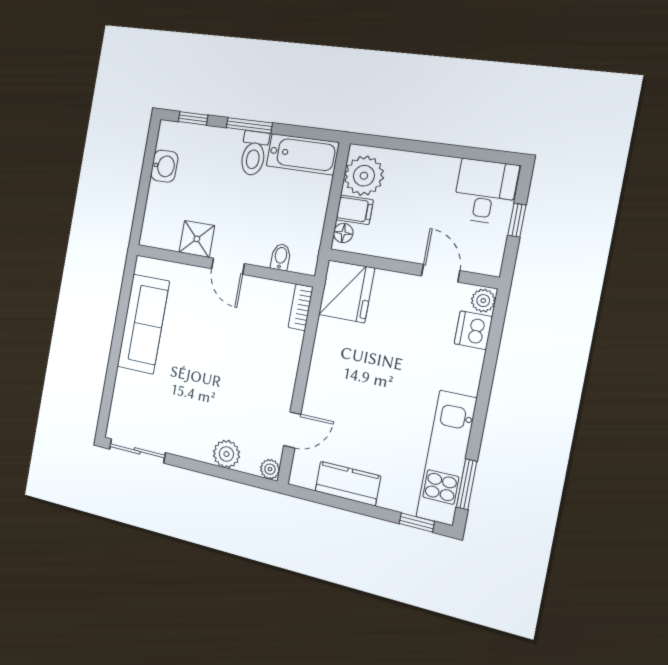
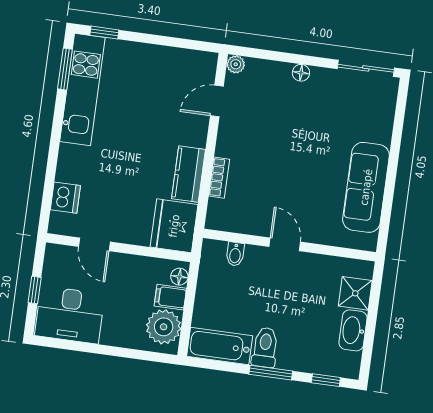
washbasin: (164, 166) -> (353, 330), width x1.38
desk: (485, 191) -> (70, 315), width x1.37
shower: (197, 239) -> (355, 293), moved
plant: (483, 301) -> (58, 223), removed
bookcase: (301, 307) -> (219, 178), moved
floor lamp: (202, 453) -> (301, 73), added
plant: (226, 454) -> (277, 74), removed
kitchen counter: (348, 483) -> (189, 174), moved, turned 90

